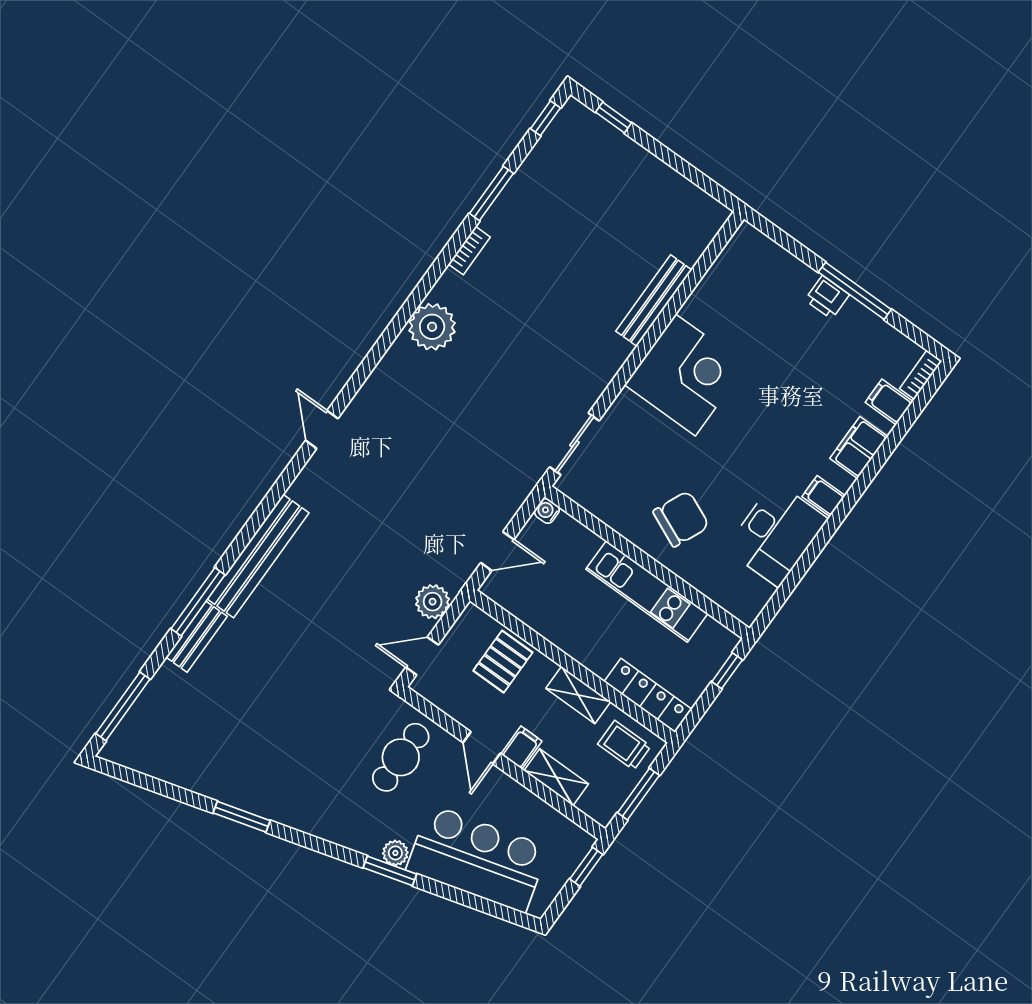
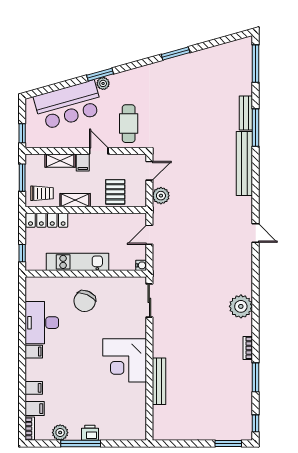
window: (614, 117) -> (228, 443), width x1.50
plant: (876, 333) -> (60, 433), added
filing cabinet: (859, 447) -> (34, 388), width x0.50

